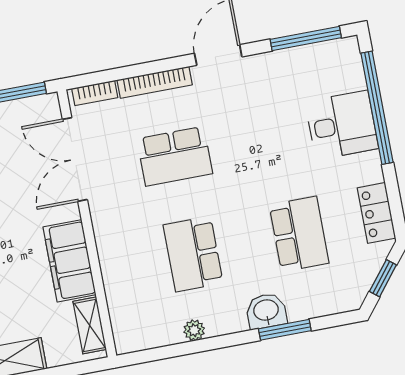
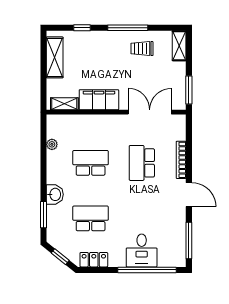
bookcase: (95, 93) -> (181, 129), removed
school desk: (299, 234) -> (91, 218), turned 180
plant: (194, 330) -> (52, 144), moved
window: (285, 330) -> (44, 215), moved

